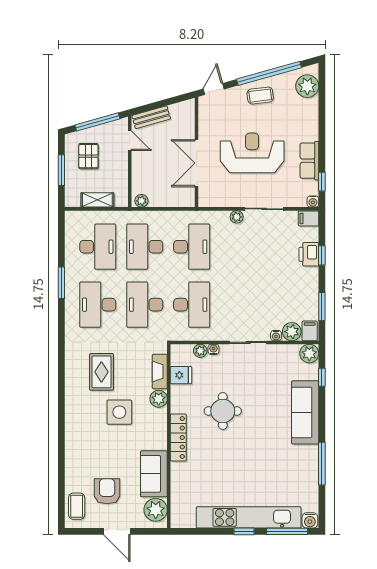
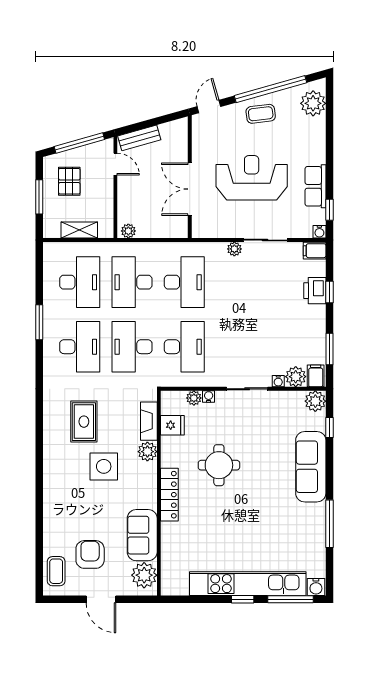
desk: (98, 305) -> (80, 347), turned 180

